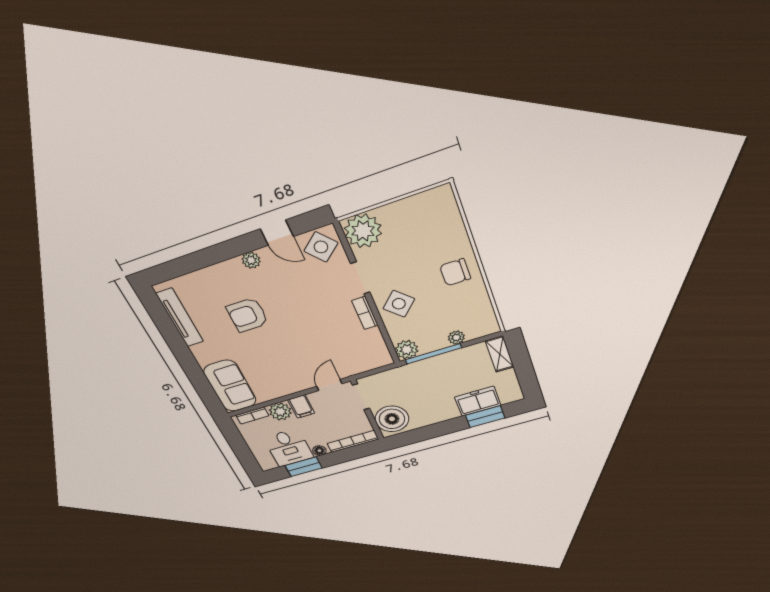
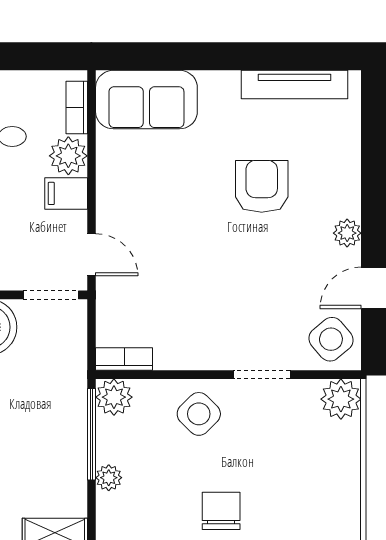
plant: (363, 231) -> (341, 399), width x0.73, depth x0.73
bookcase: (365, 313) -> (124, 359), moved

